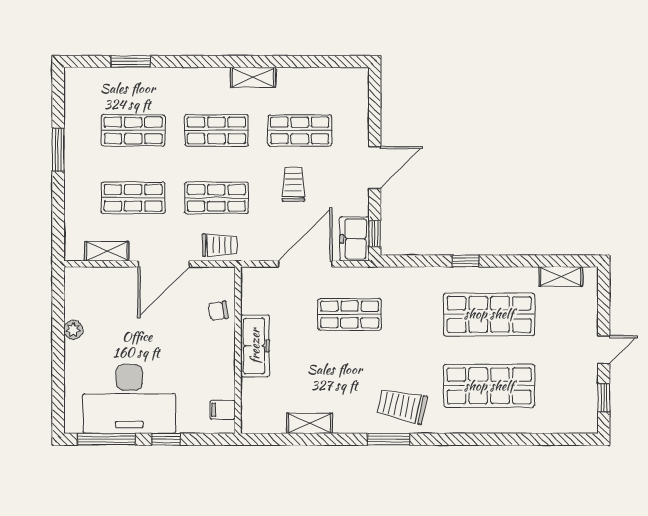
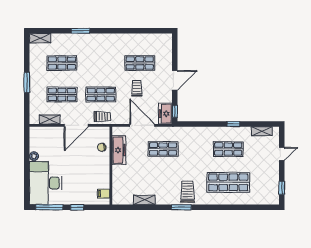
window: (131, 61) -> (80, 31), moved
shelving: (253, 77) -> (40, 38), moved
shop shelf: (216, 130) -> (101, 63), removed
window: (58, 150) -> (27, 82), moved
window: (466, 261) -> (233, 124), moved
door: (305, 264) -> (142, 125), hinge flipped
shop shelf: (489, 314) -> (228, 149), width x0.70, depth x0.74
freezer: (255, 346) -> (119, 150), moved
door: (604, 350) -> (282, 154), moved
desk: (129, 399) -> (46, 183), moved, turned 90
trolley: (402, 406) -> (188, 192), turned 78

